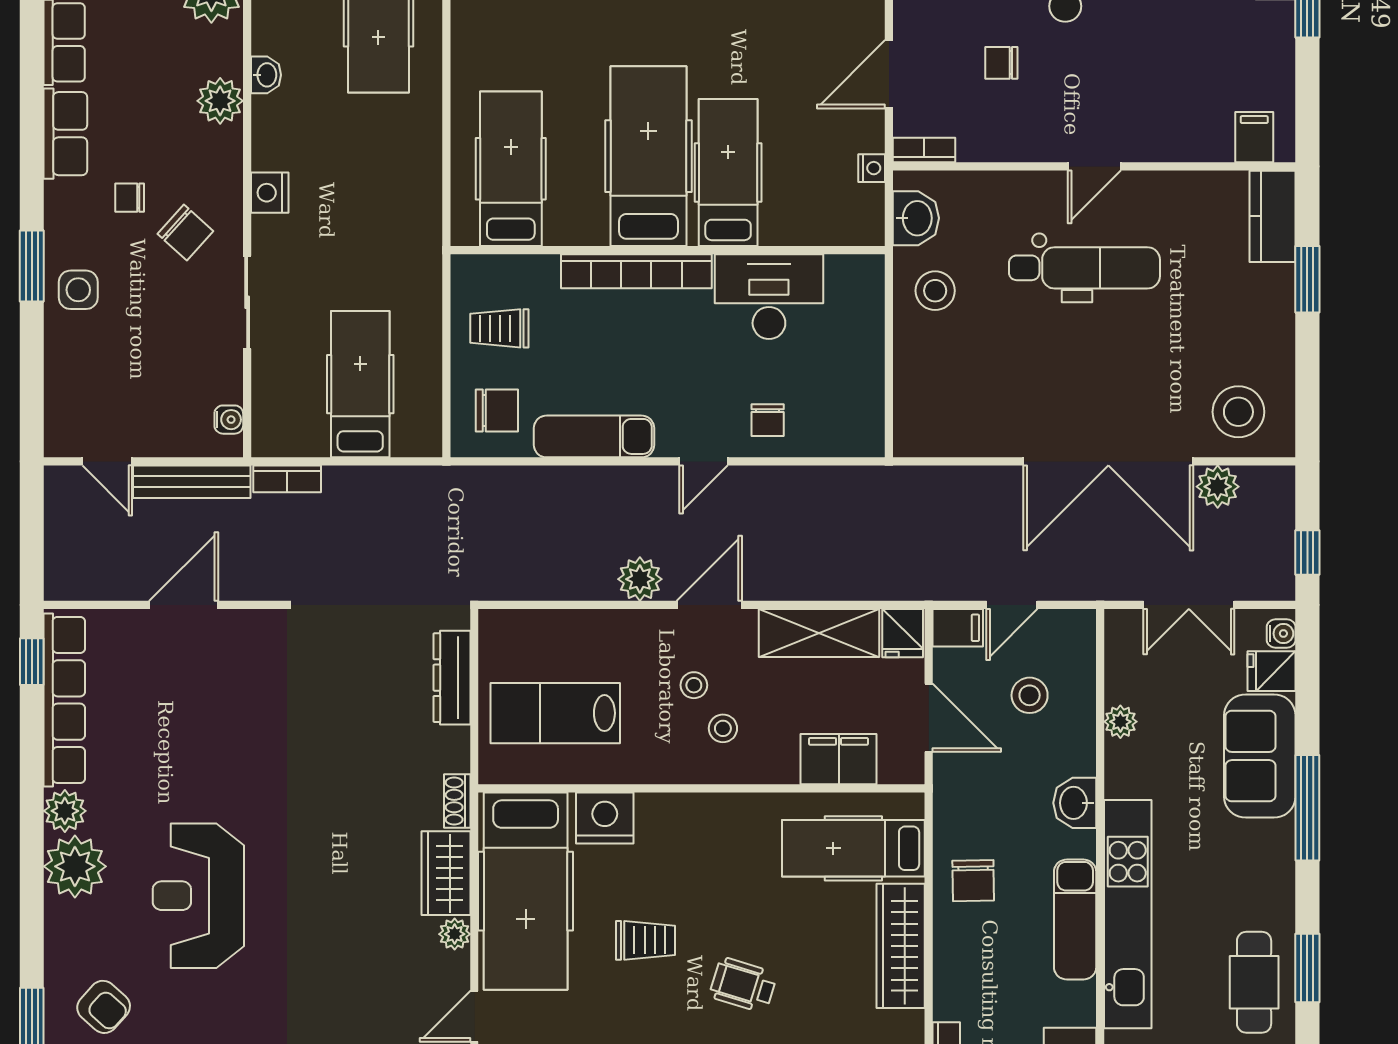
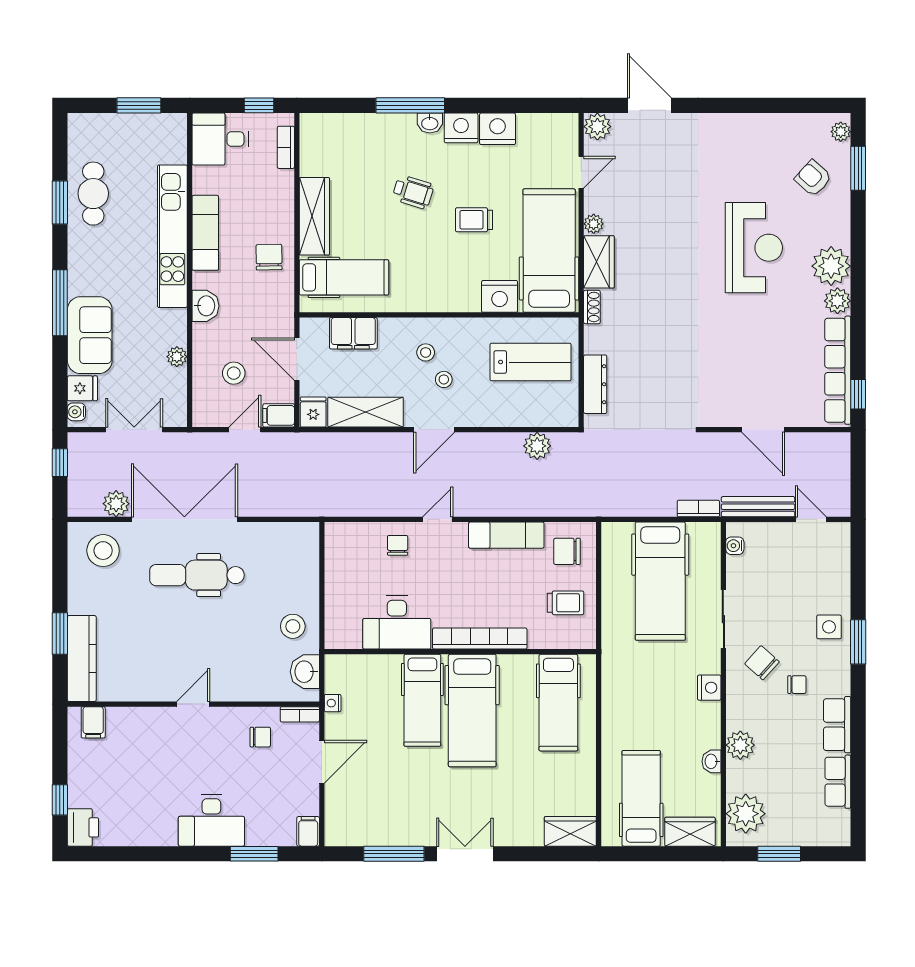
chair: (1001, 63) -> (260, 737), moved
kitchen counter: (1273, 216) -> (82, 658), width x1.50
dental chair: (1084, 268) -> (197, 575), moved
hospital bed: (360, 384) -> (660, 581), width x1.37, depth x1.29
plant: (640, 579) -> (537, 446), moved
door: (184, 605) -> (763, 430), hinge flipped

